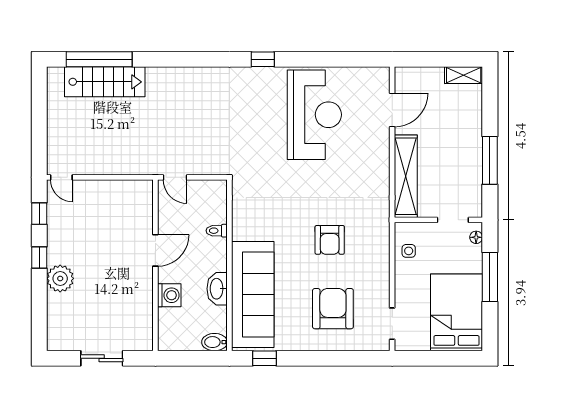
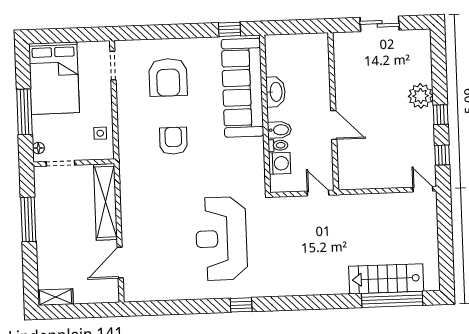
reception desk: (314, 115) -> (221, 239), moved
door: (155, 250) -> (334, 125), swing flipped
washing machine: (169, 295) -> (280, 163), moved, turned 180
bidet: (214, 342) -> (279, 130), moved

